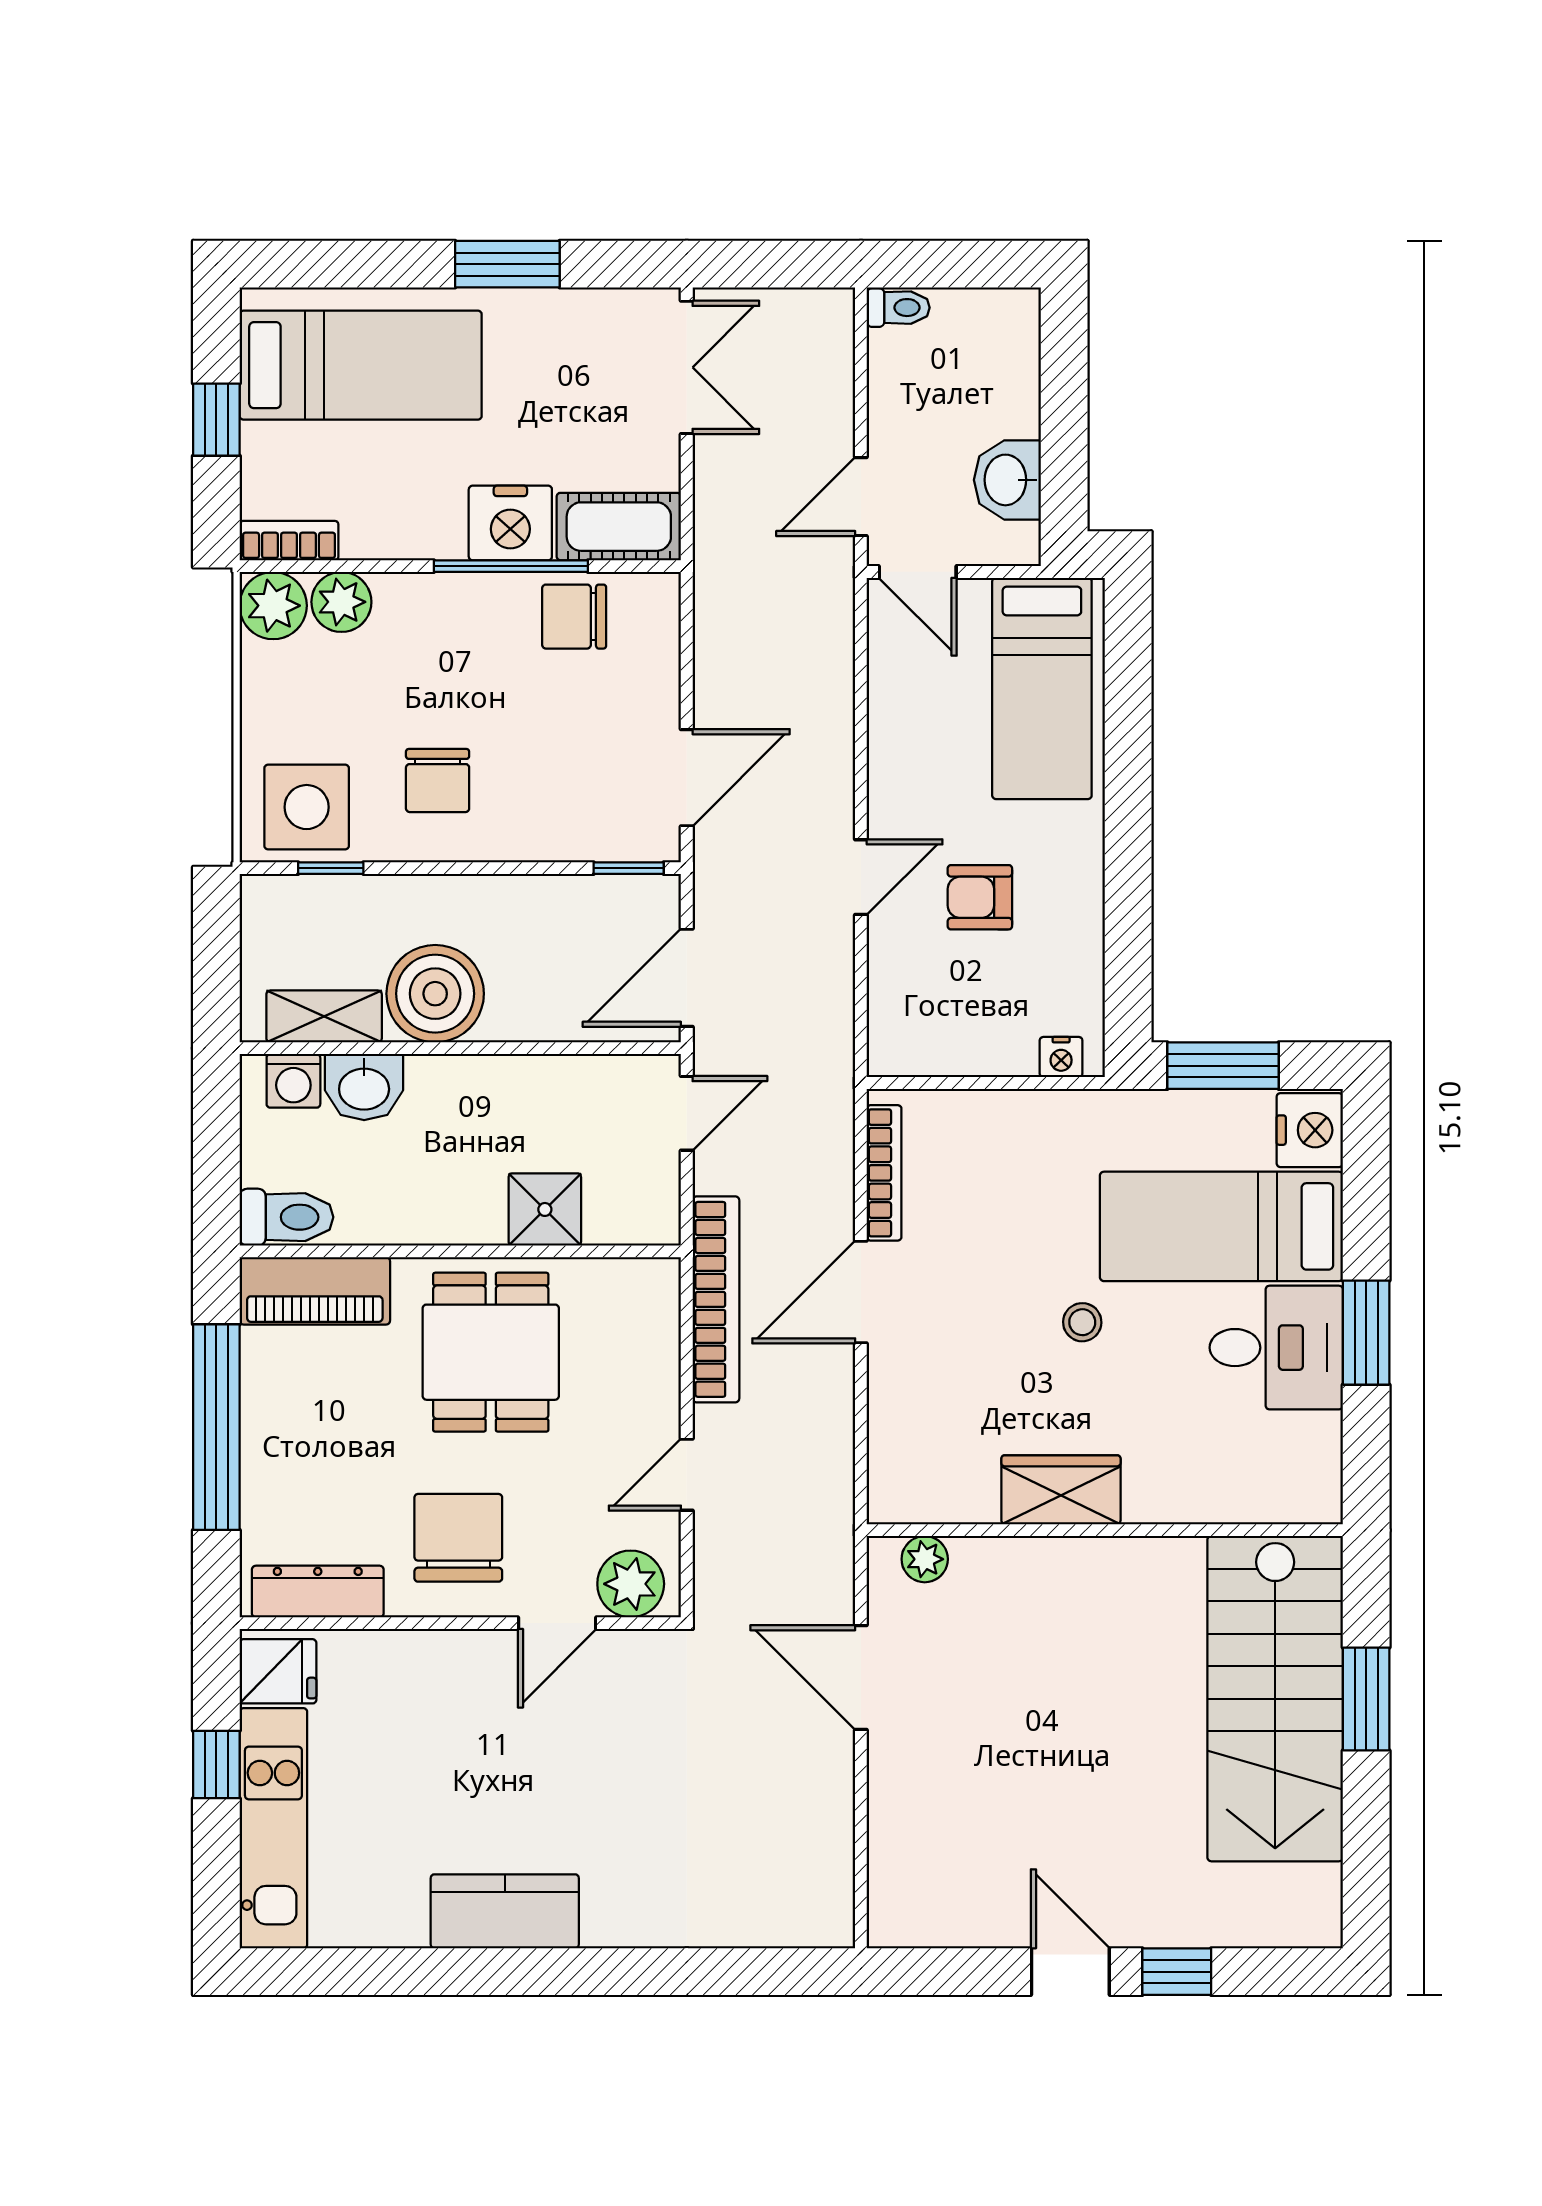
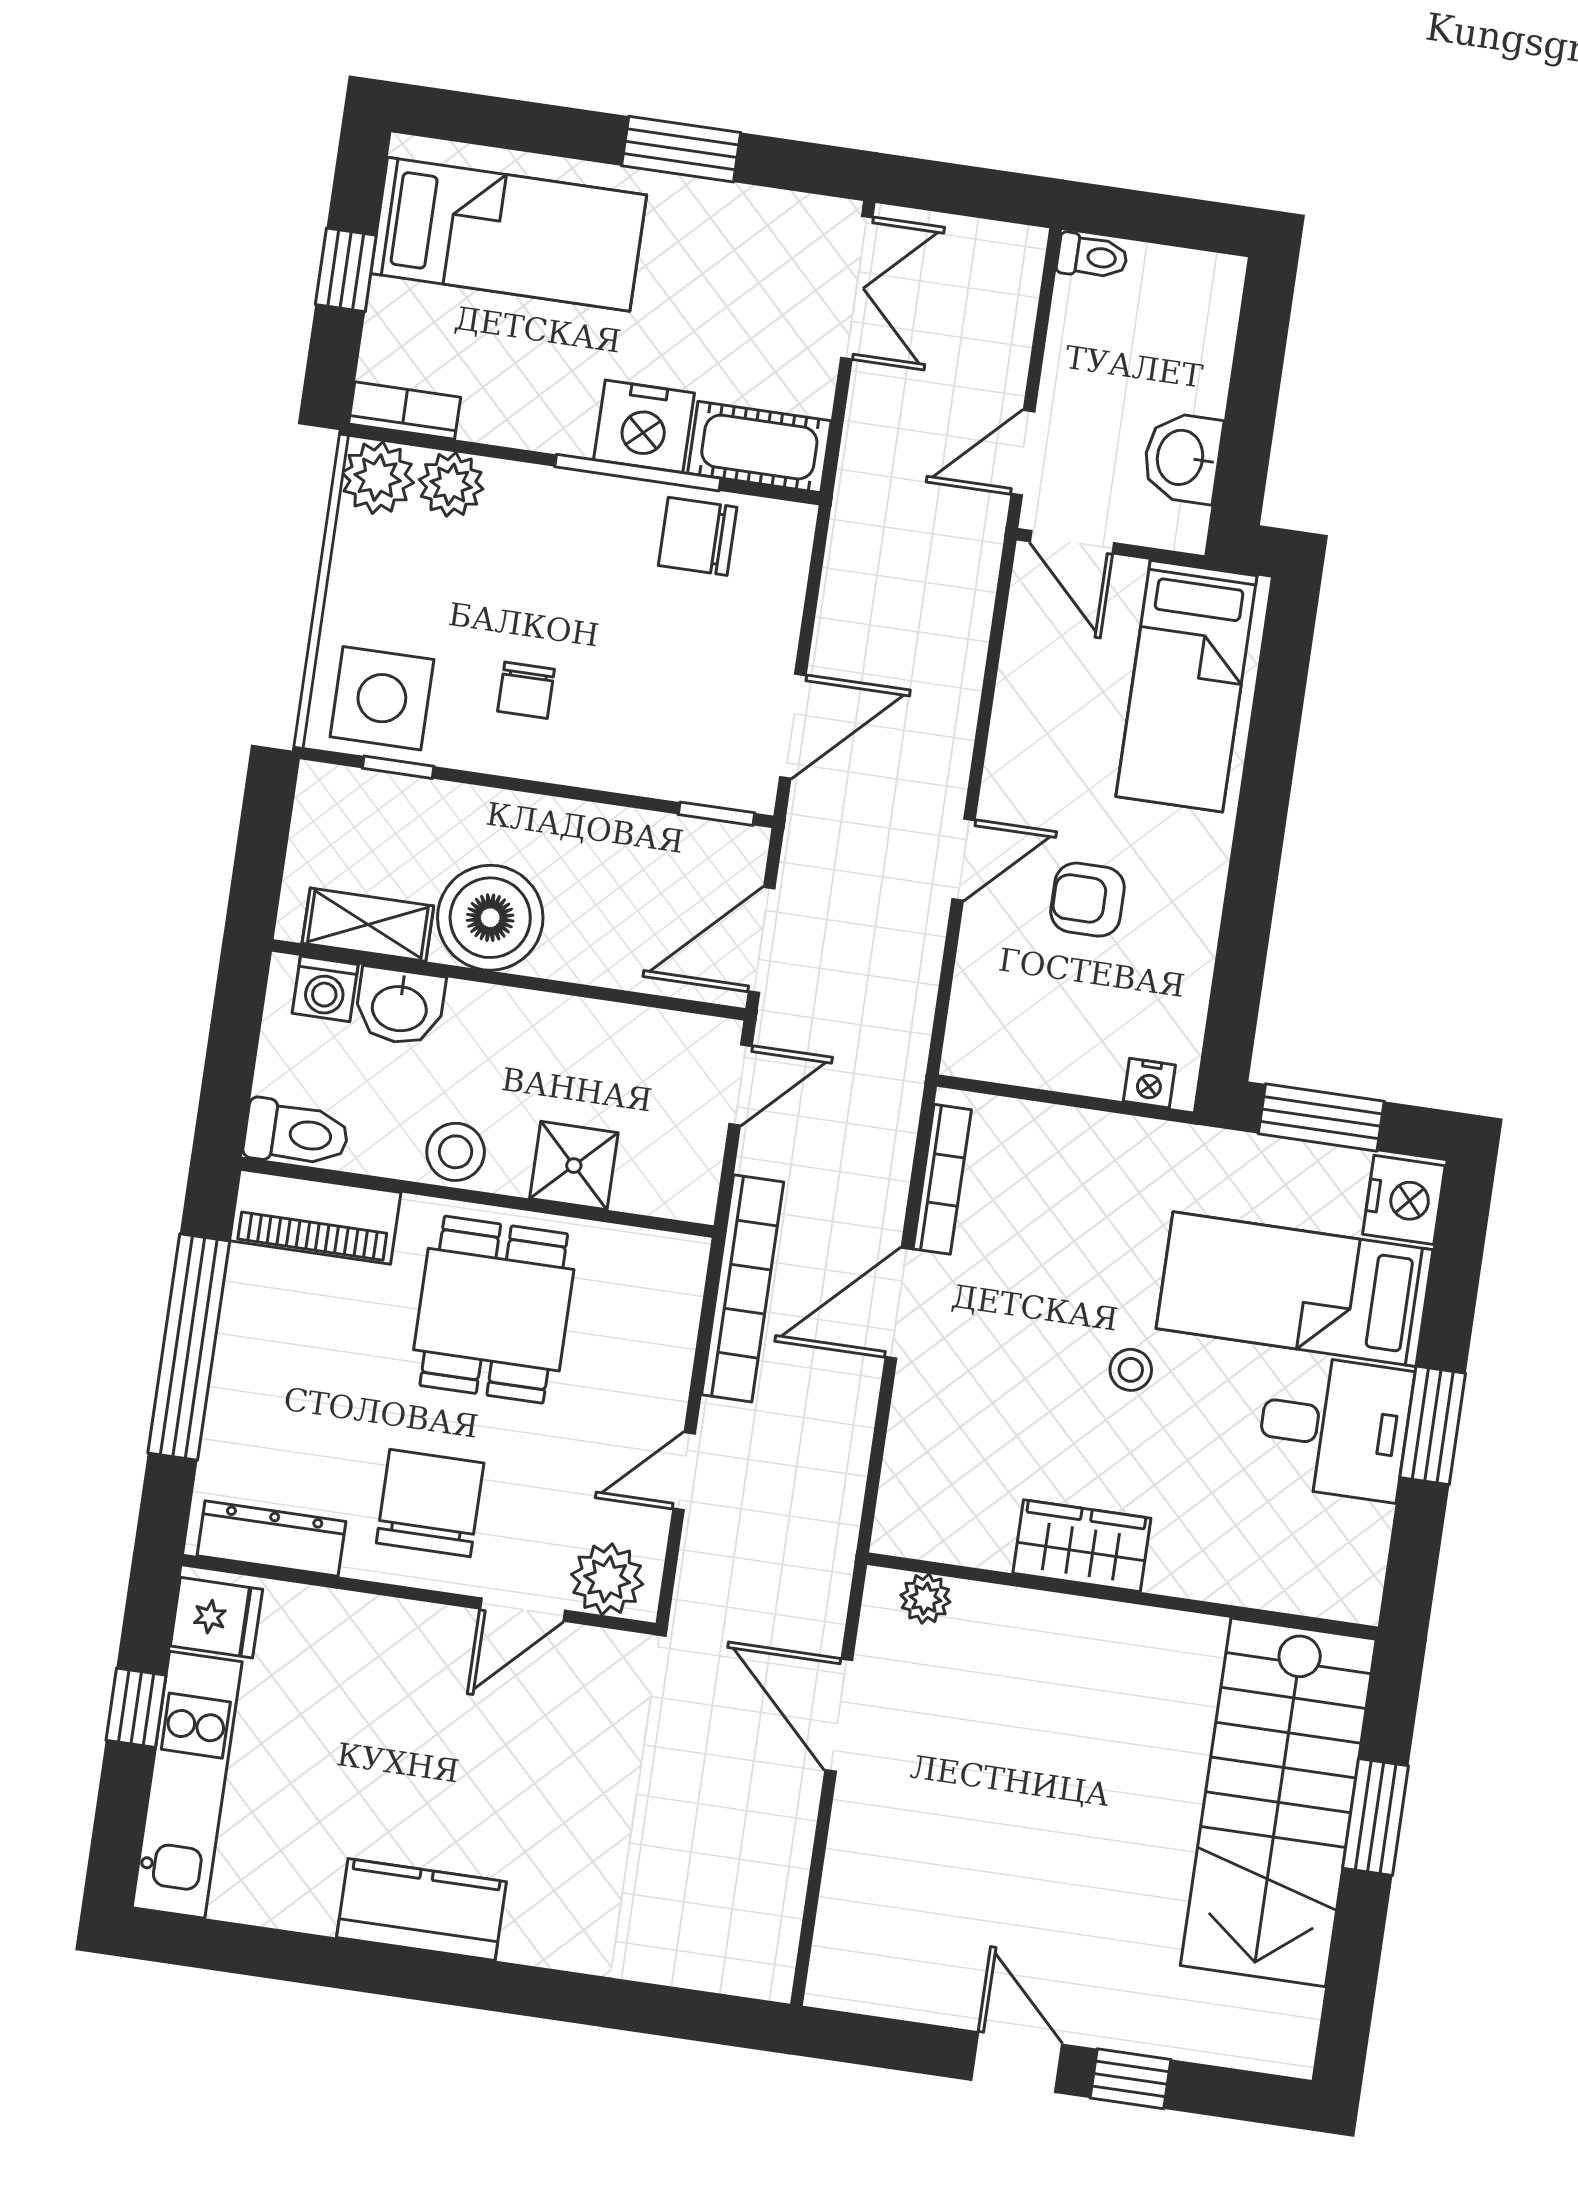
chair: (438, 781) -> (526, 690), width x0.73, depth x0.73
stool: (435, 1213) -> (456, 1152), added

